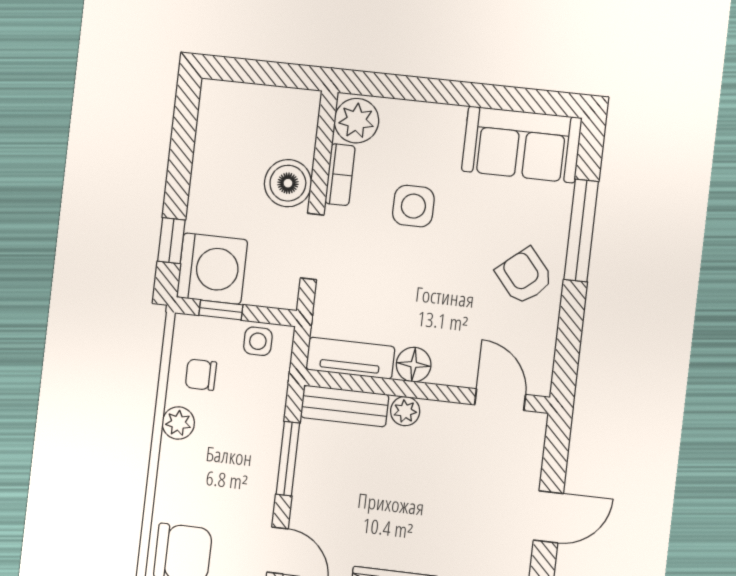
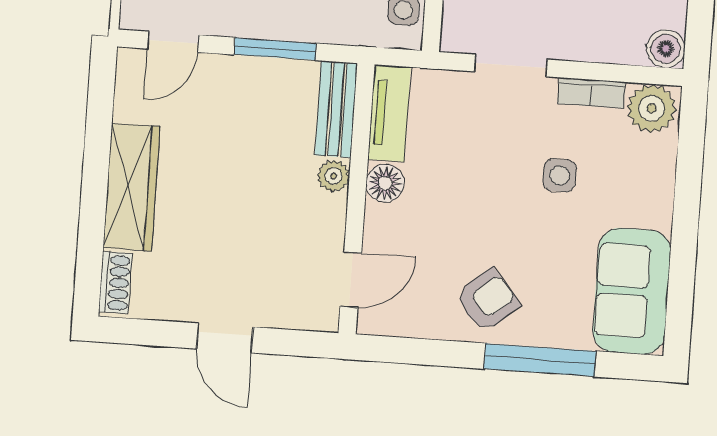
boiler: (288, 183) -> (666, 49), moved, width x0.73, depth x0.73
side table: (413, 206) -> (560, 175), width x0.73, depth x0.73

